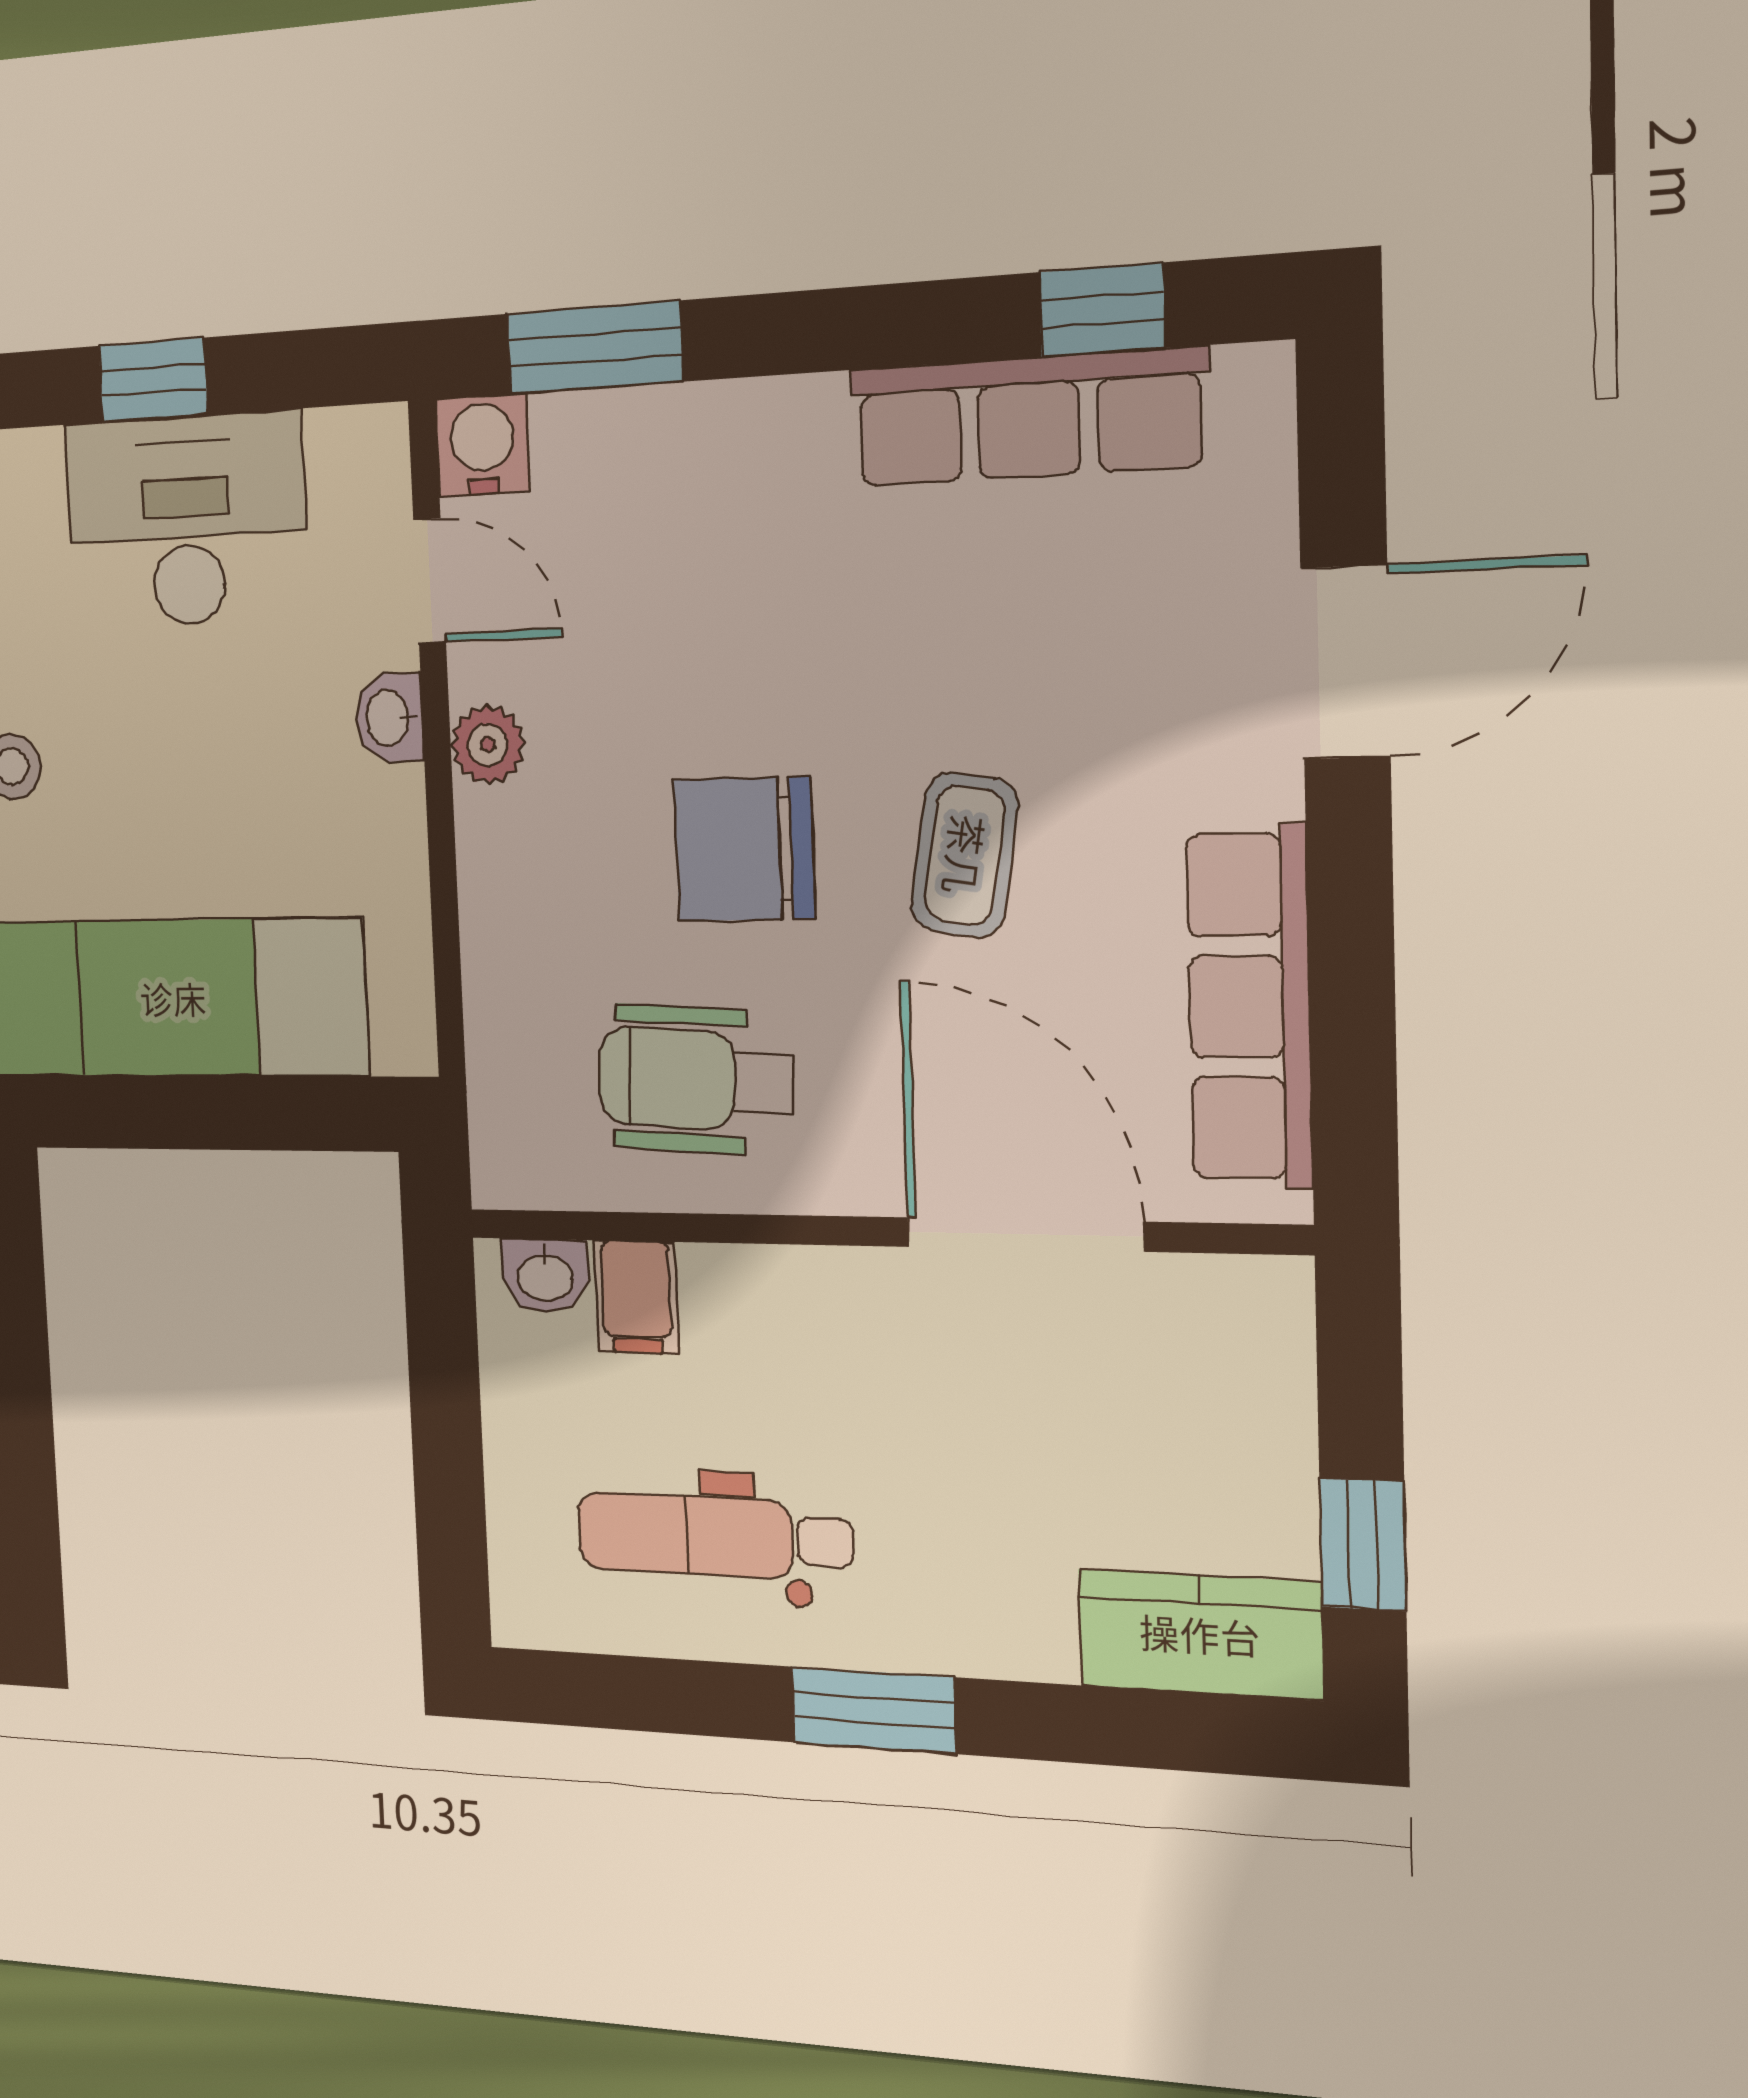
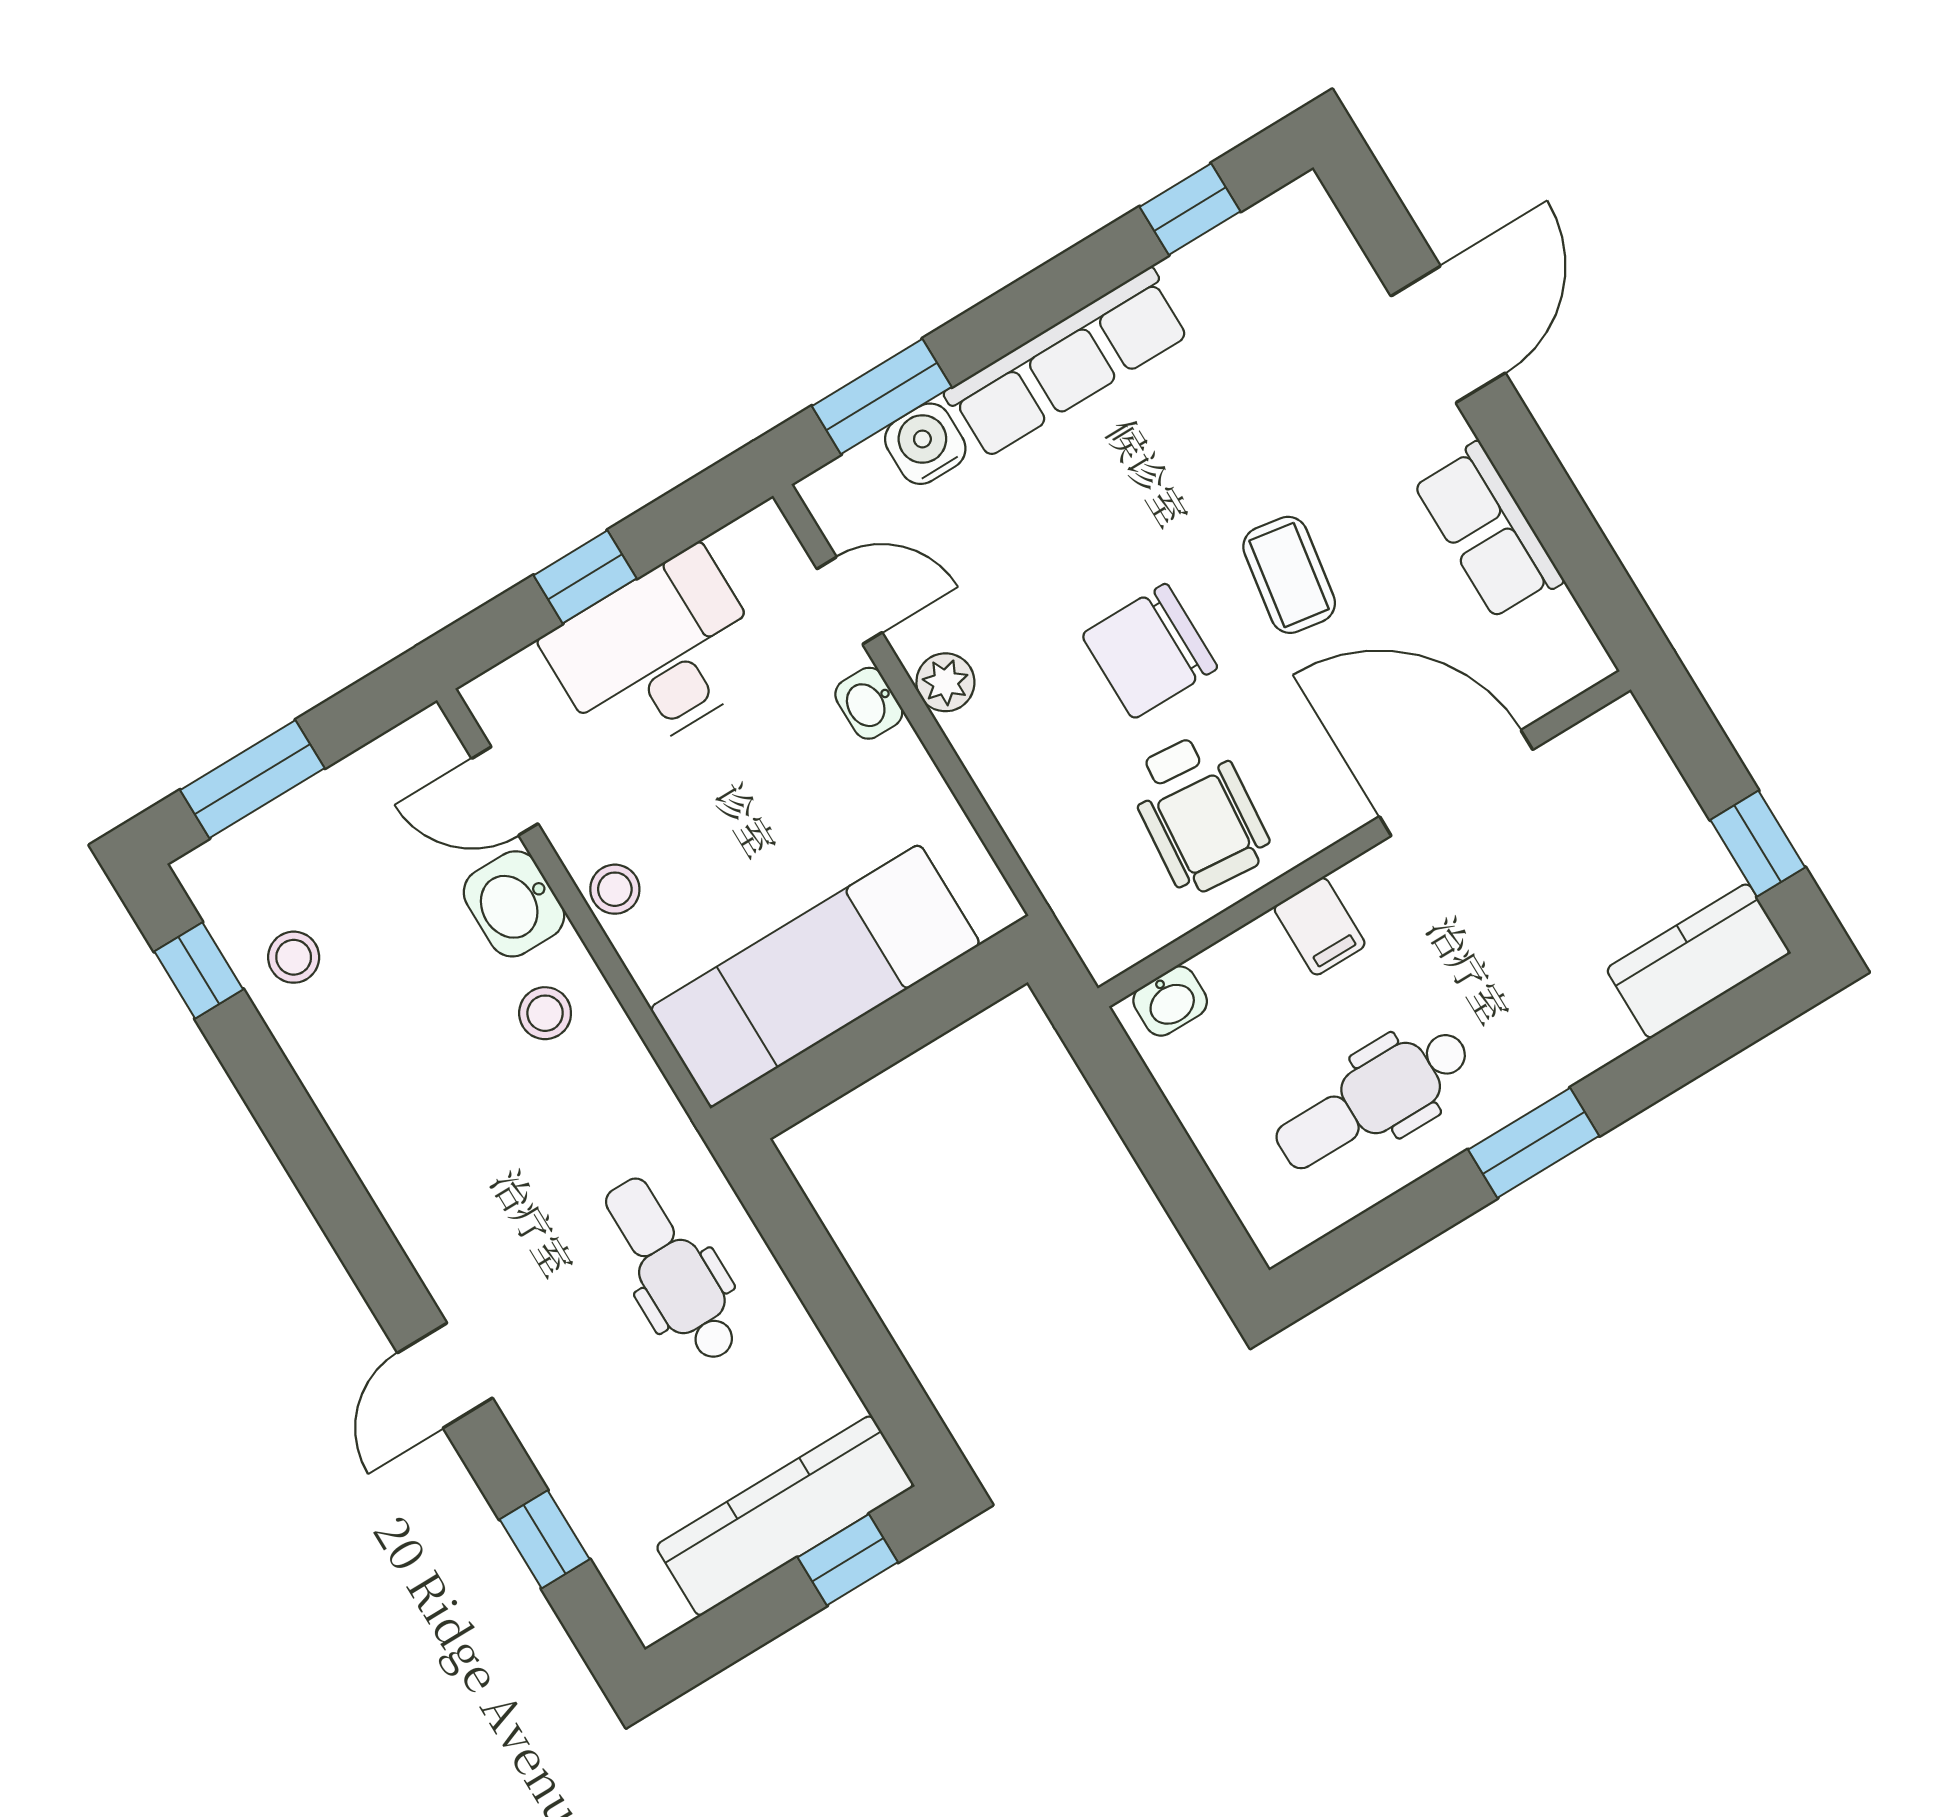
row of seats: (1028, 417) -> (1068, 363), moved
water cooler: (482, 445) -> (925, 444), moved
row of seats: (1249, 1007) -> (1488, 531), width x0.68
wheelchair: (696, 1080) -> (1199, 814), turned -88
filing cabinet: (636, 1297) -> (1320, 926), moved

